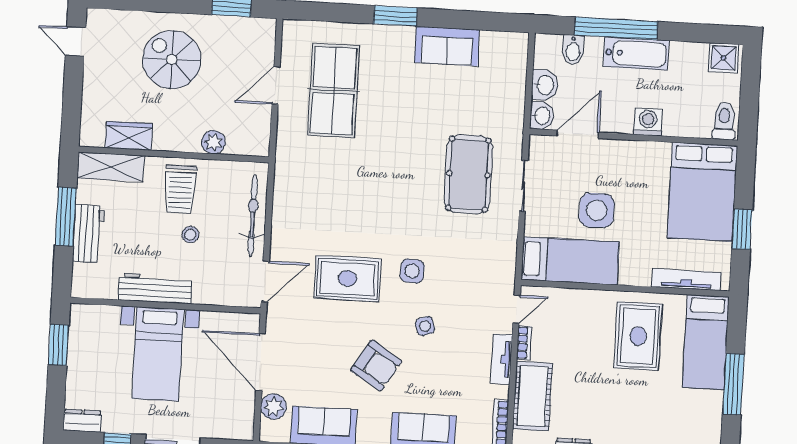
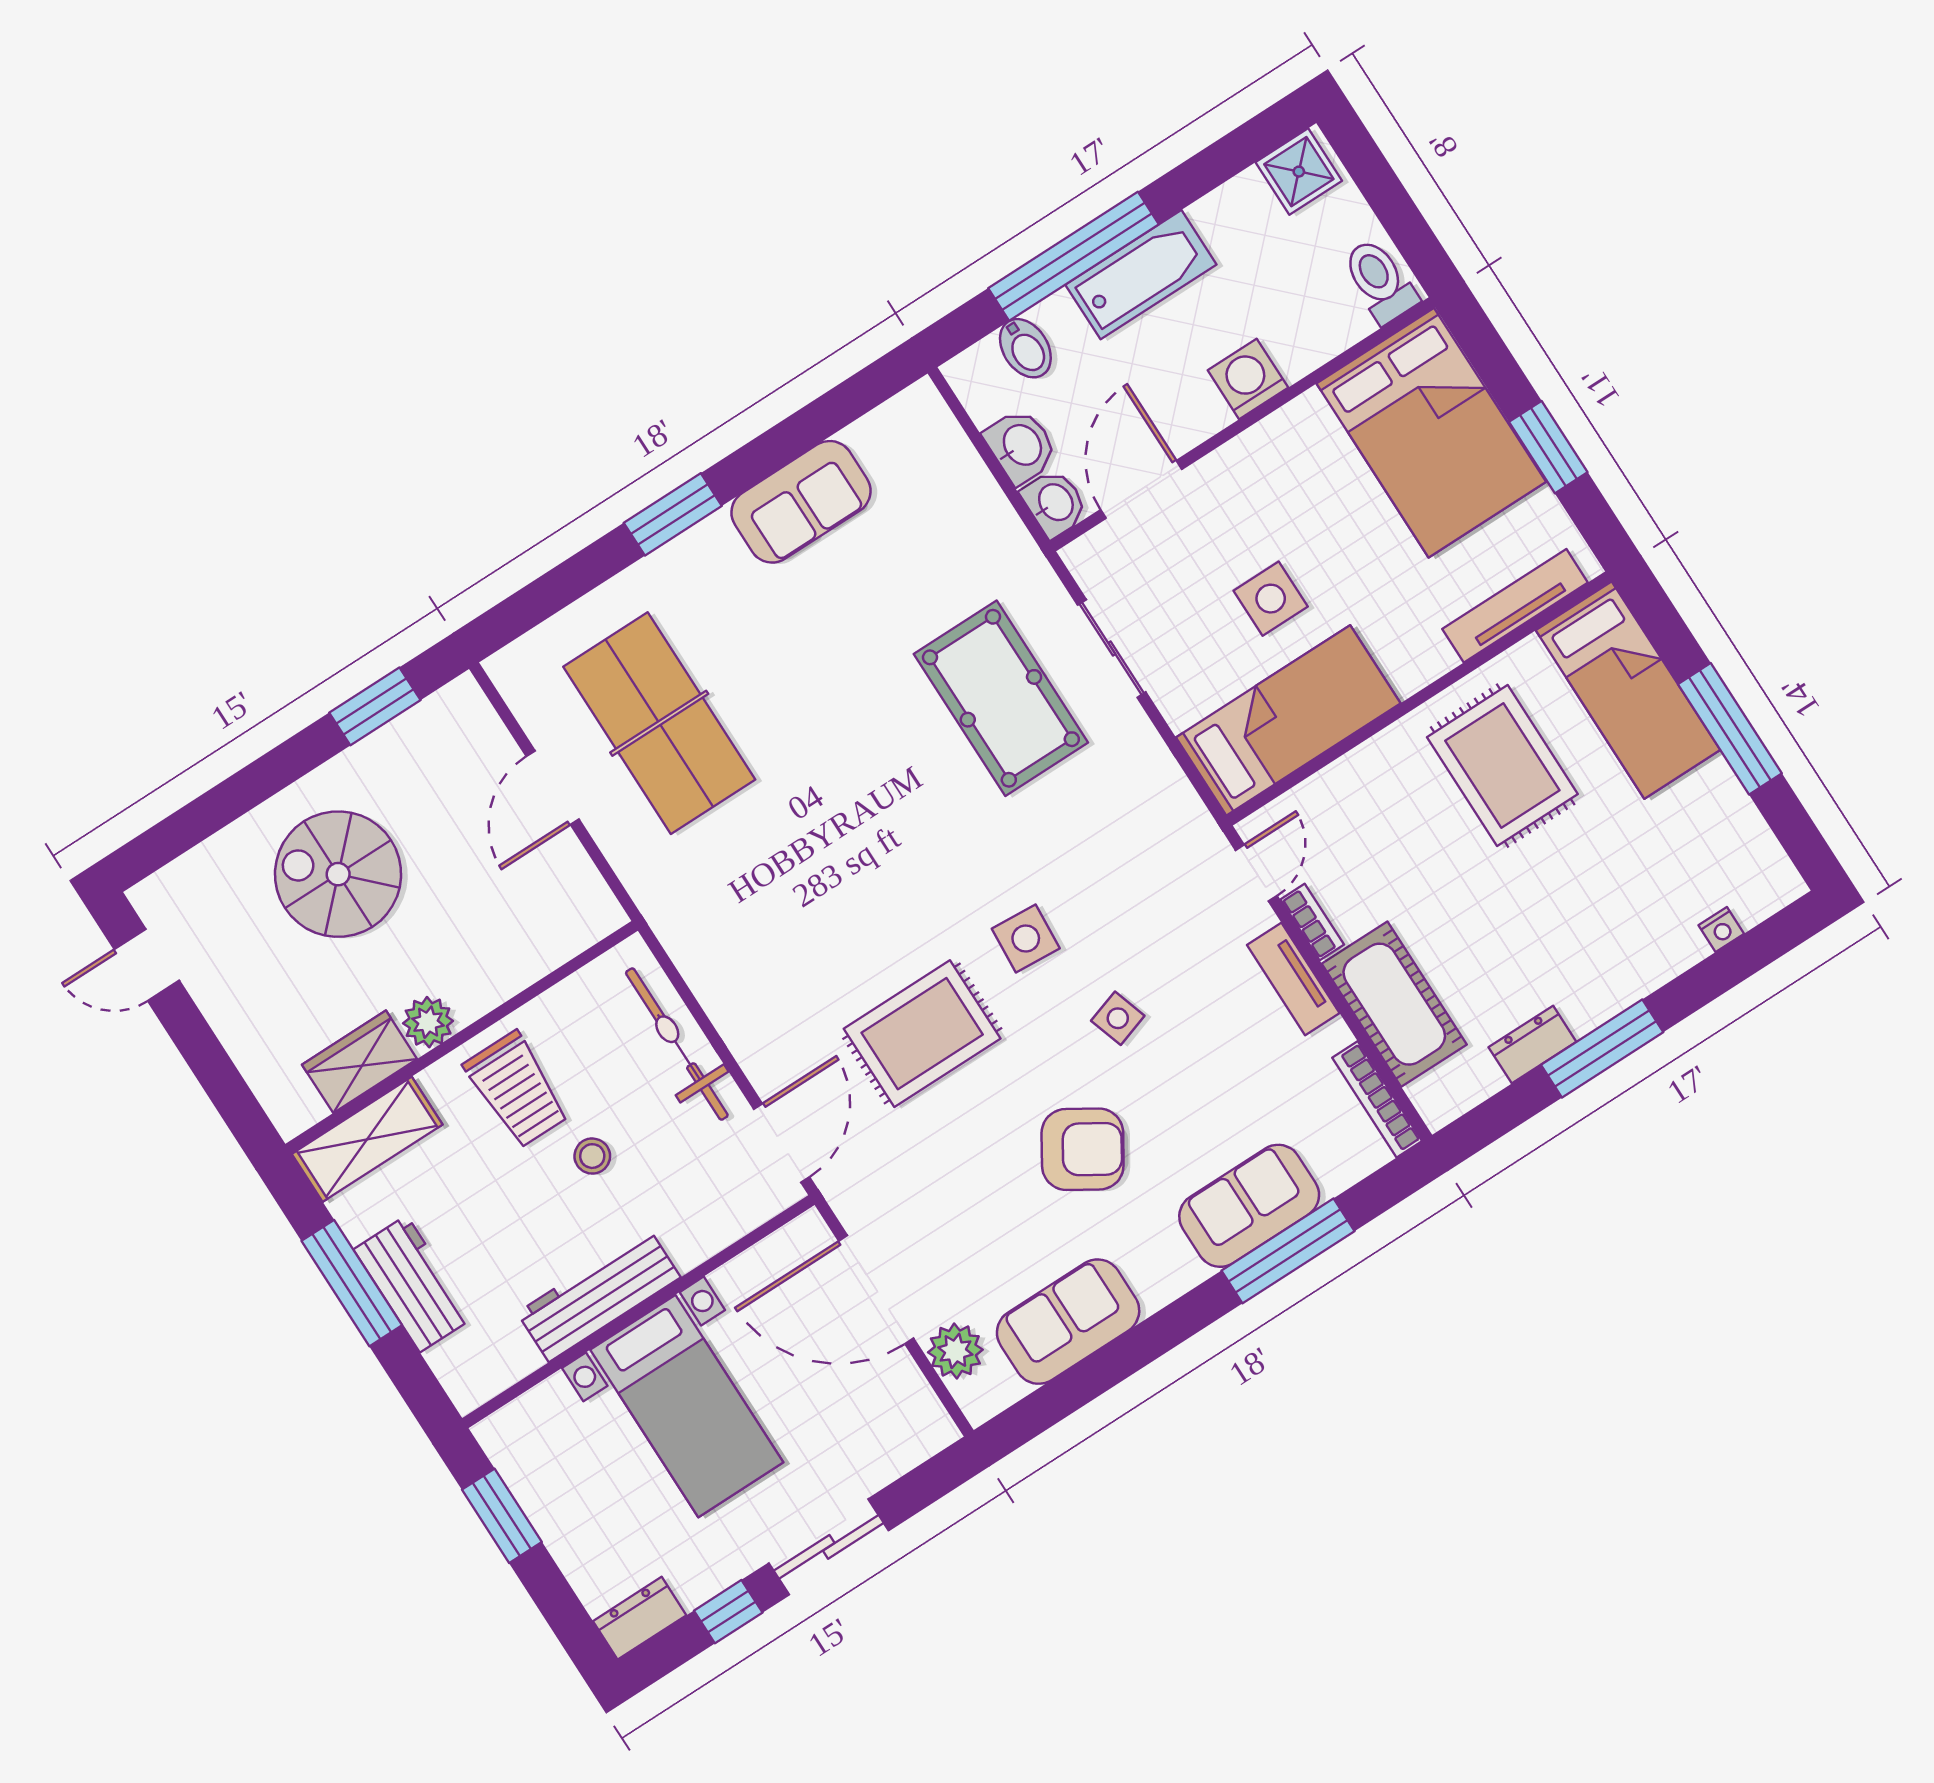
plant: (213, 142) -> (428, 1022), moved
side table: (597, 210) -> (1271, 599), width x0.73, depth x0.73

